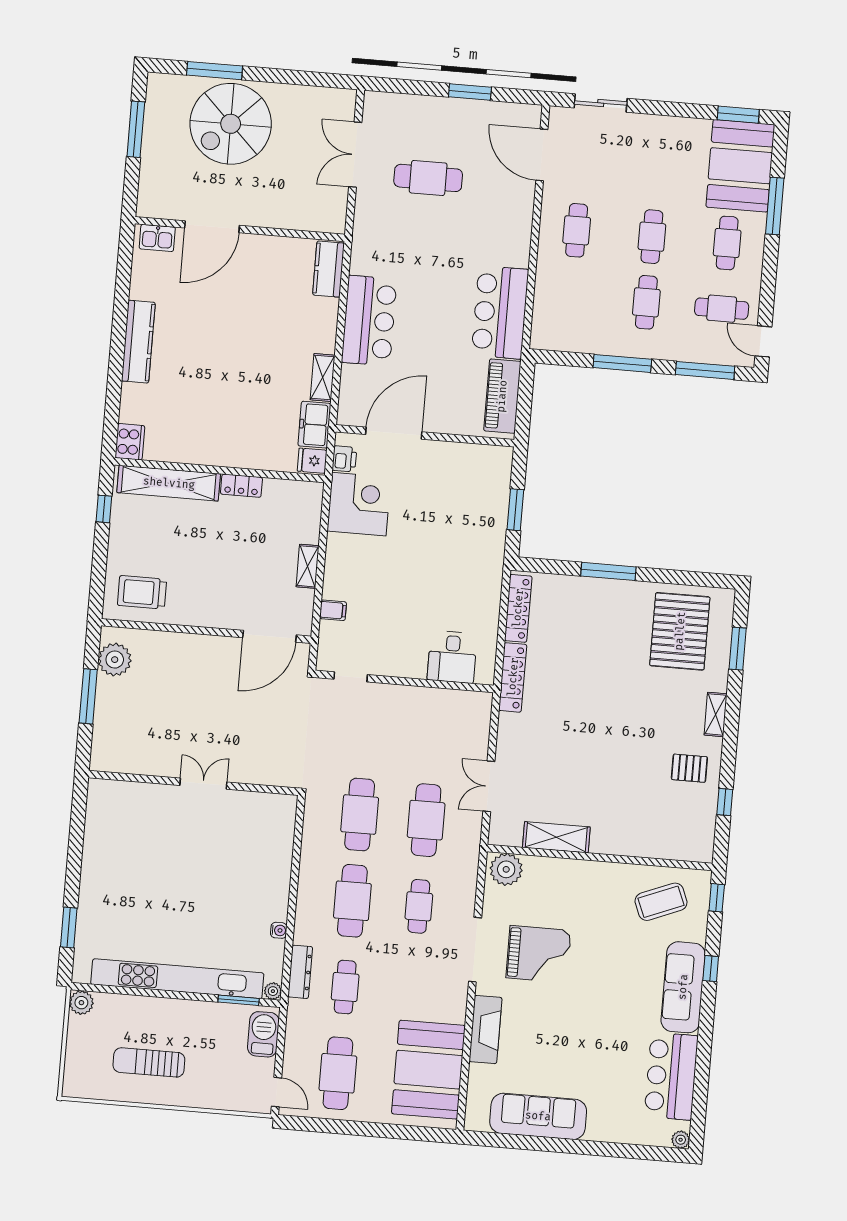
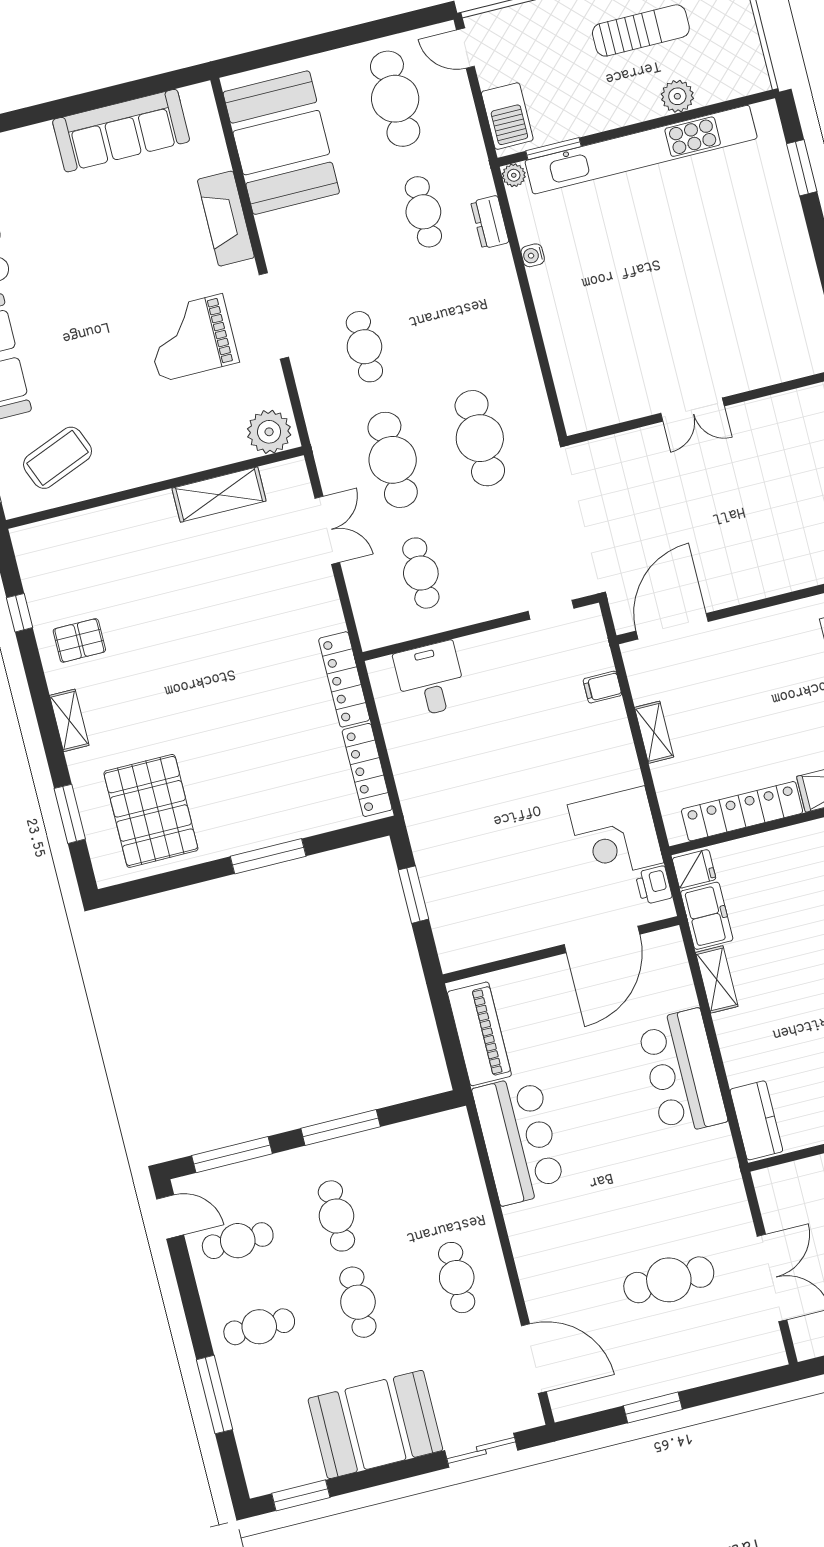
booth: (740, 166) -> (375, 1424), moved, turned 90
cafe table: (727, 243) -> (259, 1327), turned 90
locker: (241, 486) -> (742, 811), width x2.16, depth x1.21
cafe table: (352, 901) -> (421, 573), moved, width x0.73, depth x0.74
dresser: (300, 972) -> (490, 222), width x0.70
plant: (81, 1003) -> (677, 96), moved

